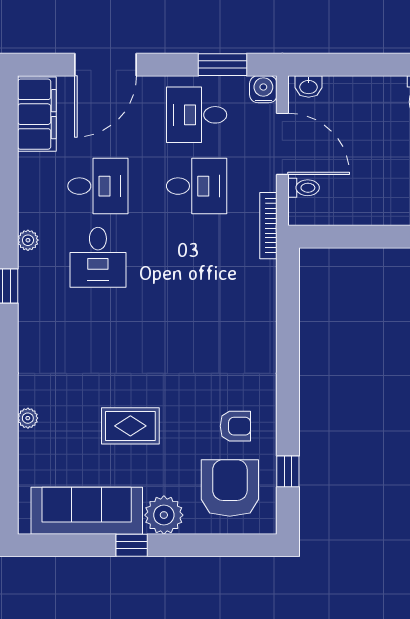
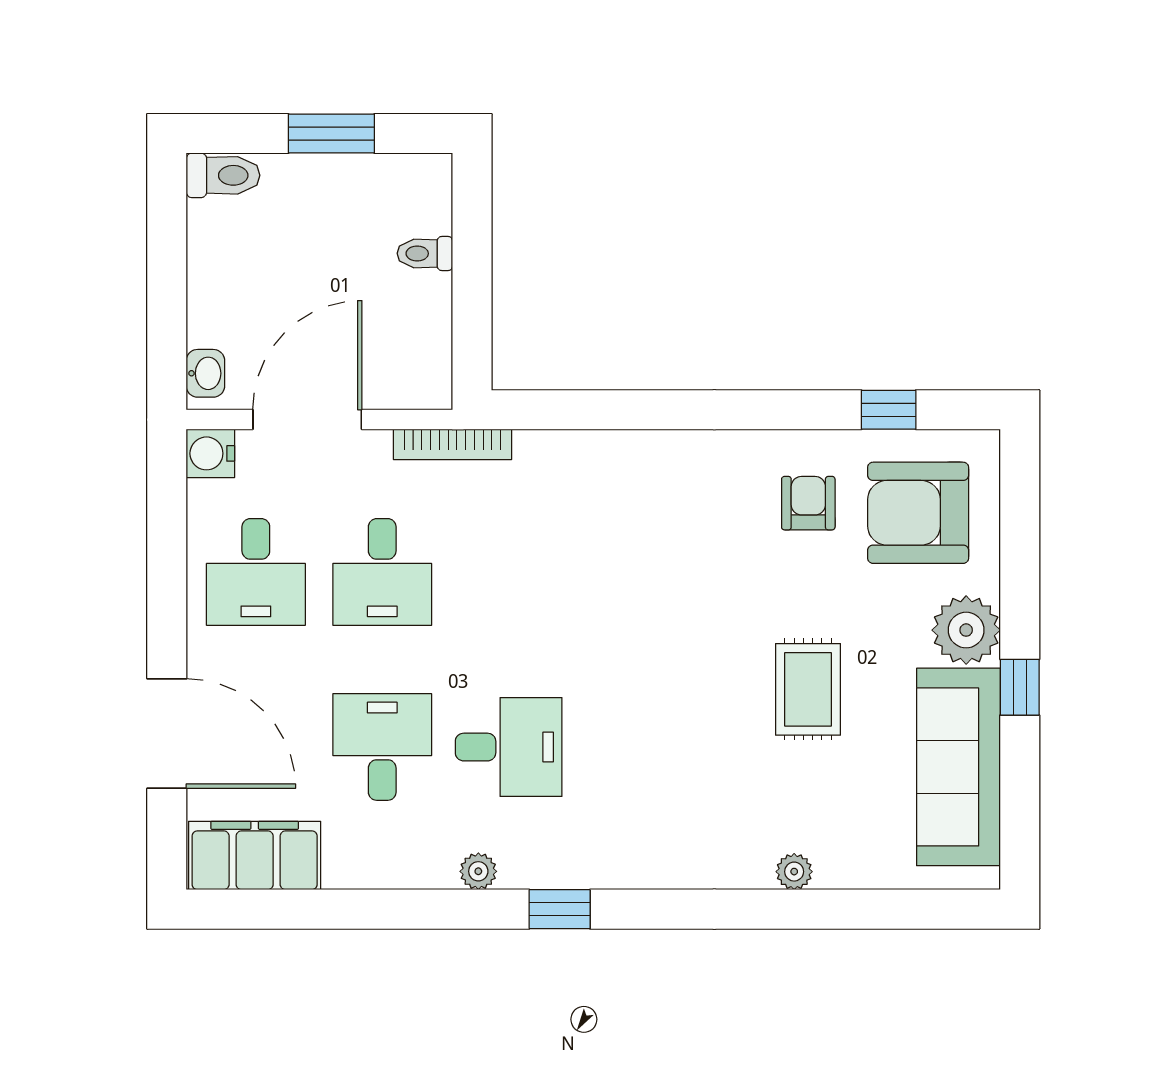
window: (223, 65) -> (167, 526), removed
desk: (197, 186) -> (382, 572), turned 180
toilet: (304, 188) -> (425, 253), moved, turned -90

